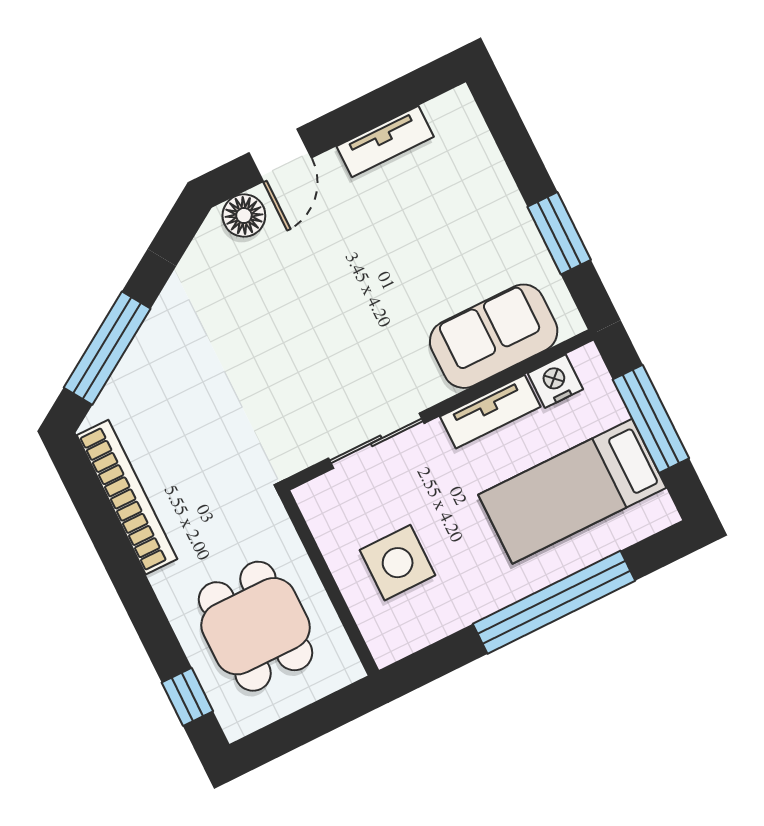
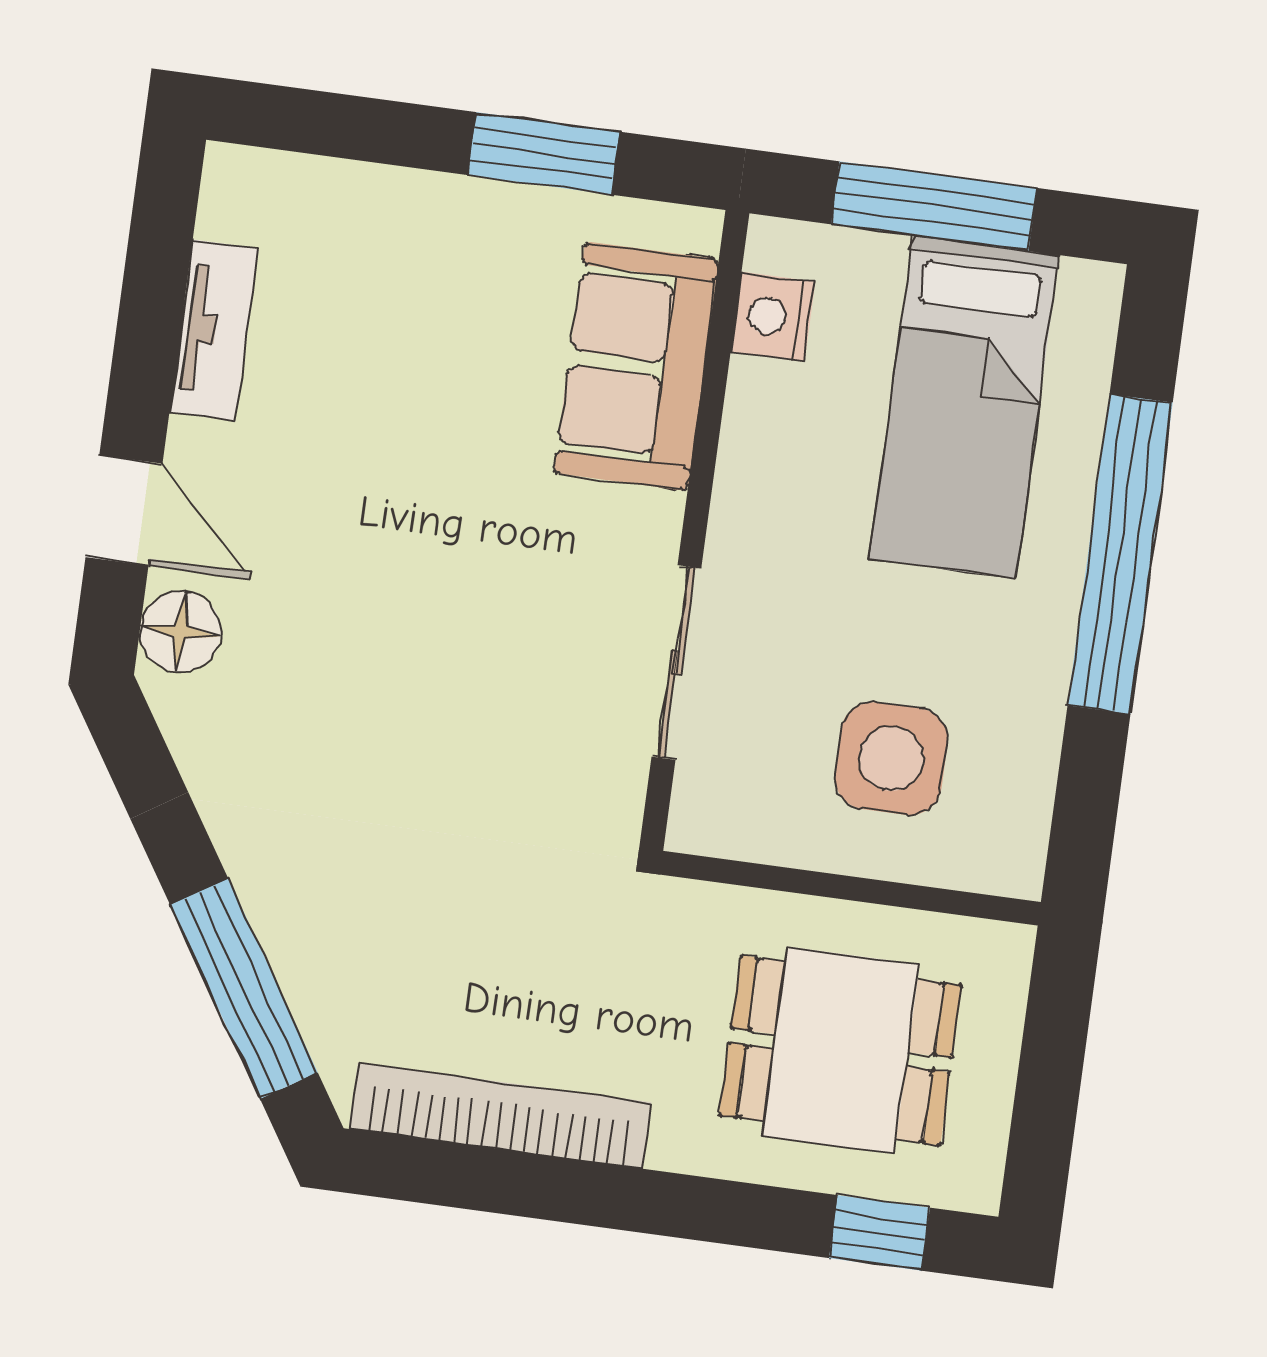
tv unit: (490, 412) -> (752, 452), removed

